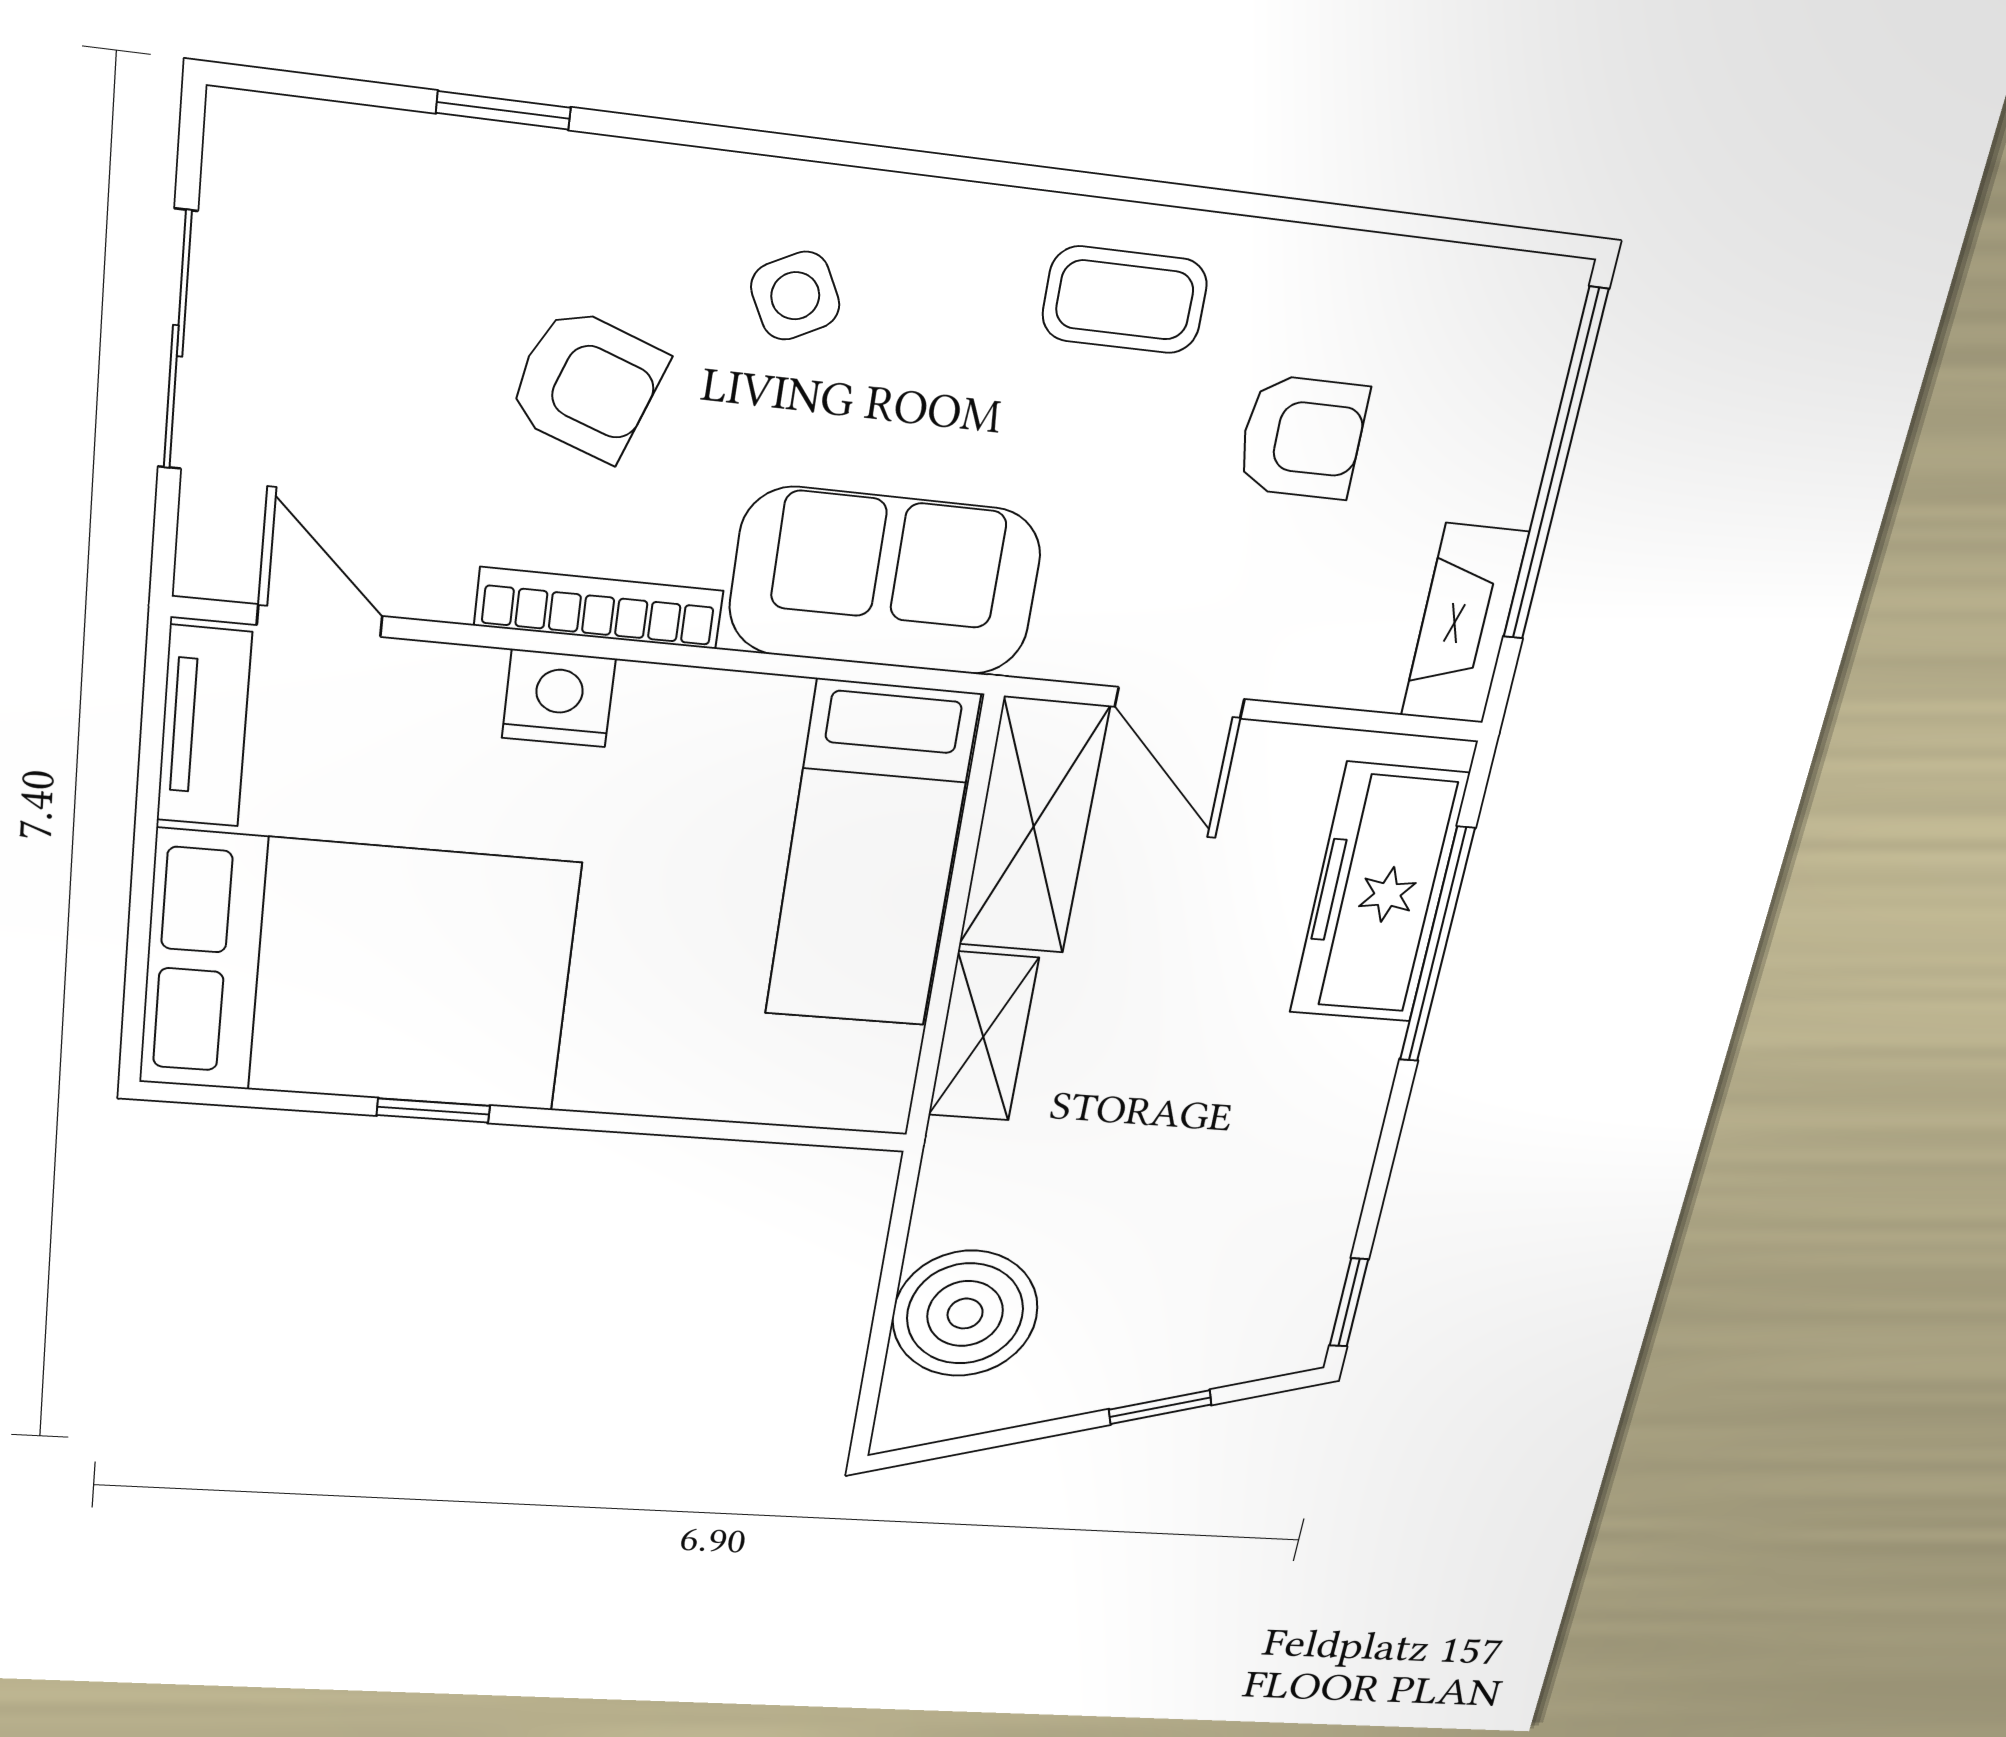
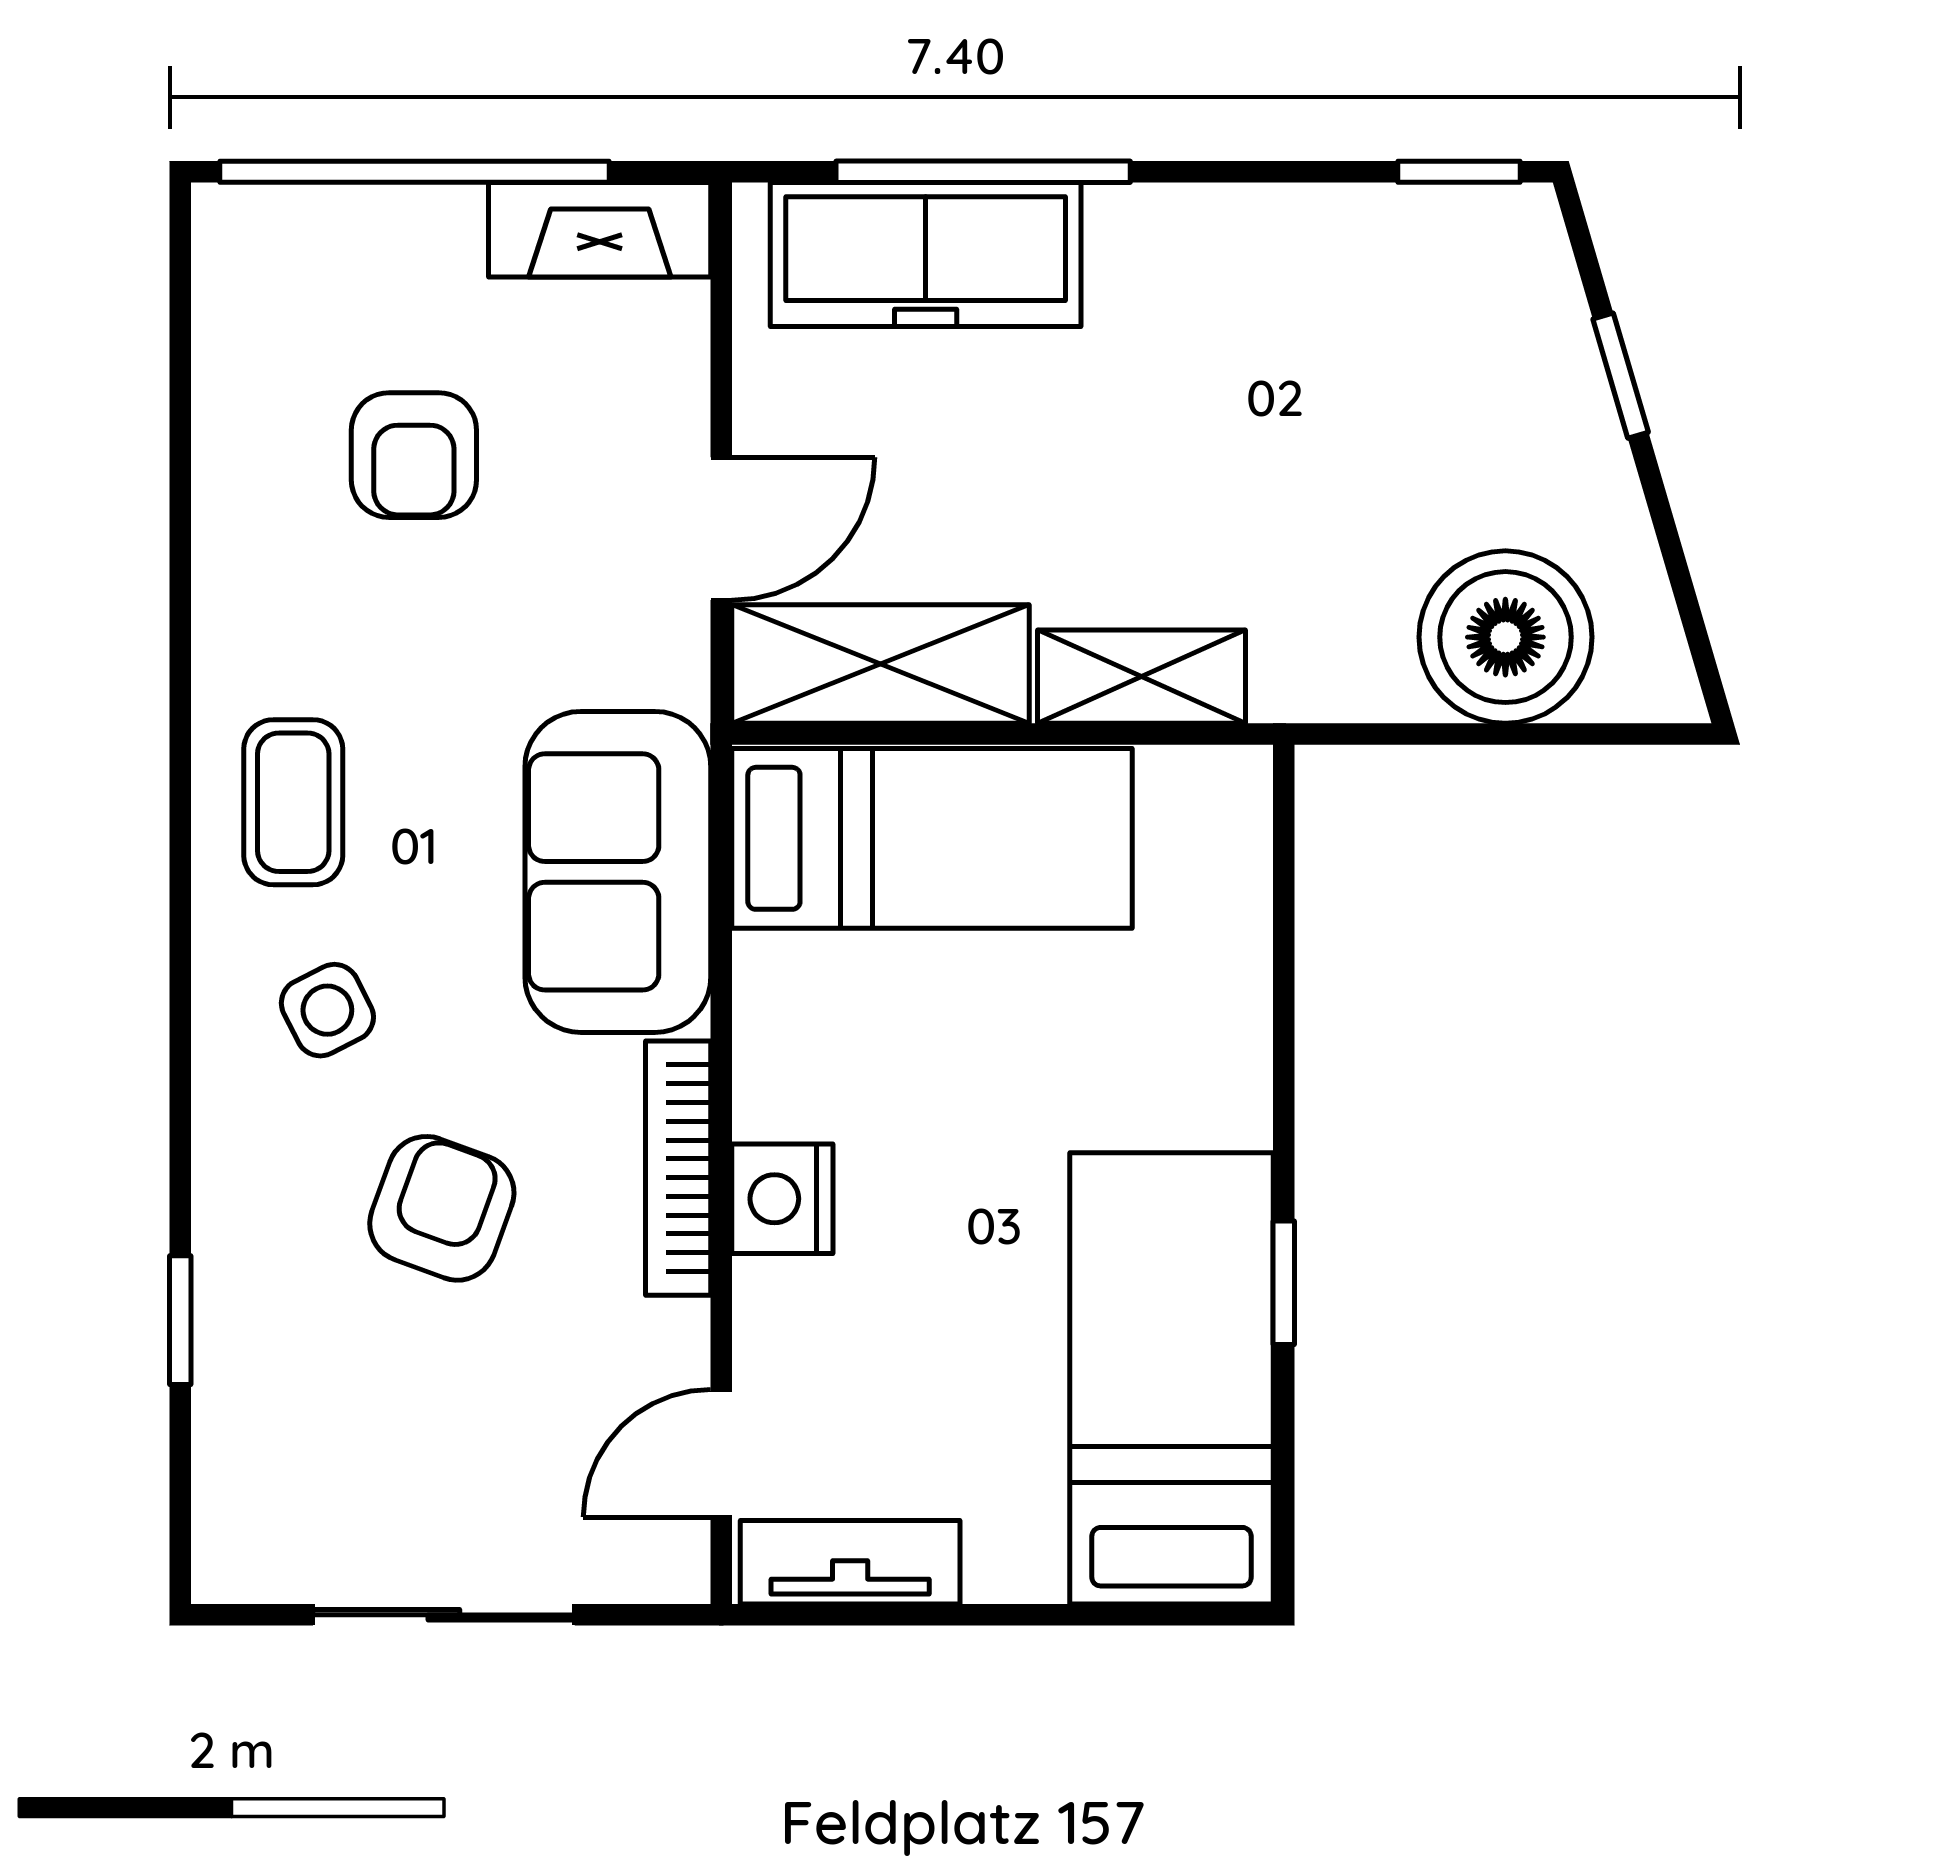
coffee table: (1125, 300) -> (293, 802), moved
armchair: (1302, 437) -> (414, 455), turned 180
bed: (359, 973) -> (1172, 1378), width x0.67

